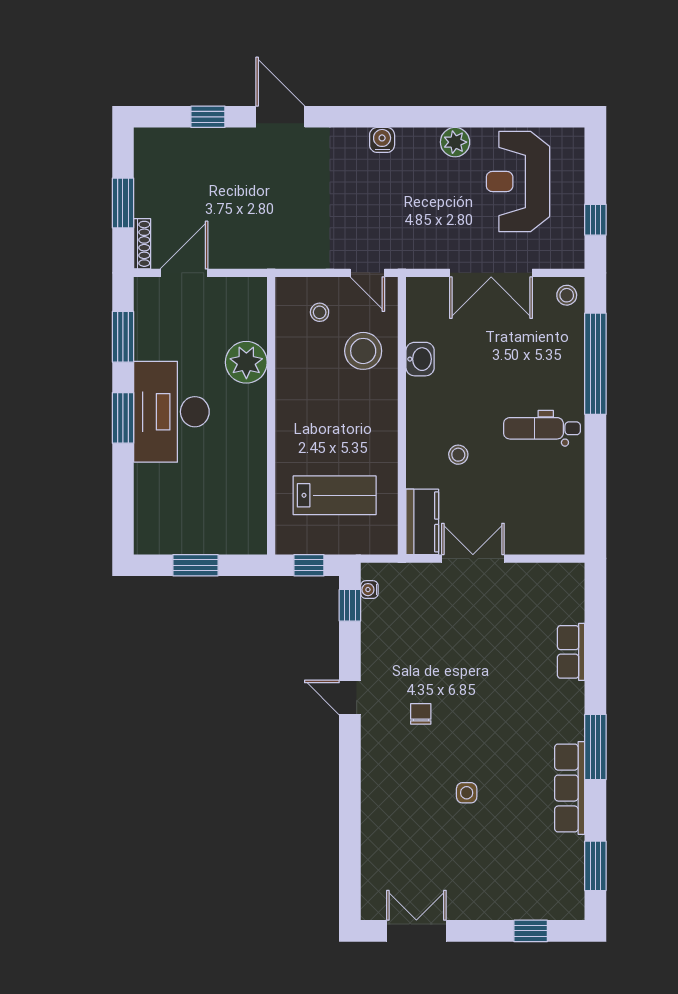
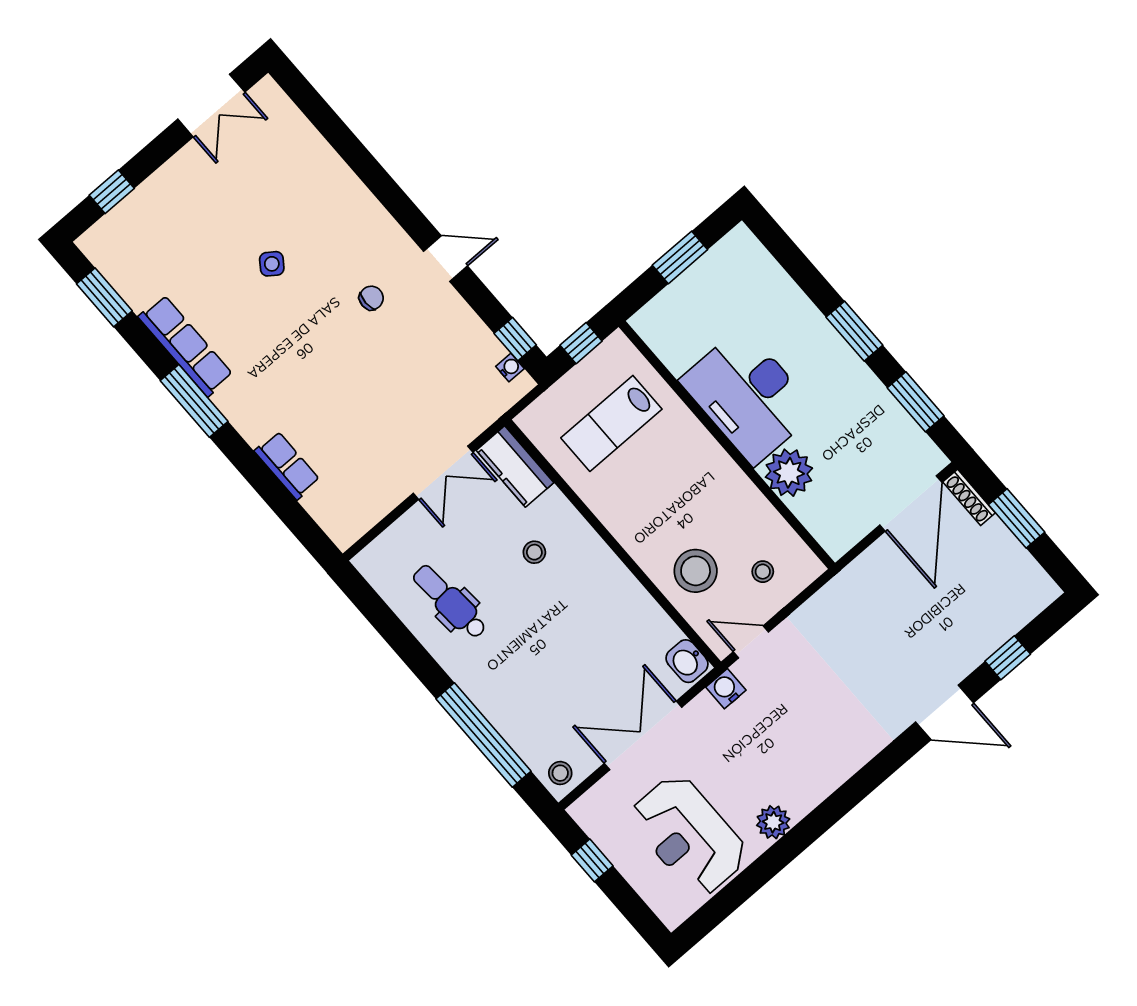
water cooler: (382, 140) -> (726, 689), moved, turned 180
reception desk: (518, 181) -> (689, 835), turned 180
door: (184, 273) -> (911, 503), width x1.36
washbasin: (420, 359) -> (687, 661), moved
desk: (171, 412) -> (748, 396), moved, turned 180
dental chair: (542, 428) -> (450, 602), moved, turned -94
chair: (421, 714) -> (371, 298), turned -90
side table: (467, 793) -> (272, 264), turned 36

